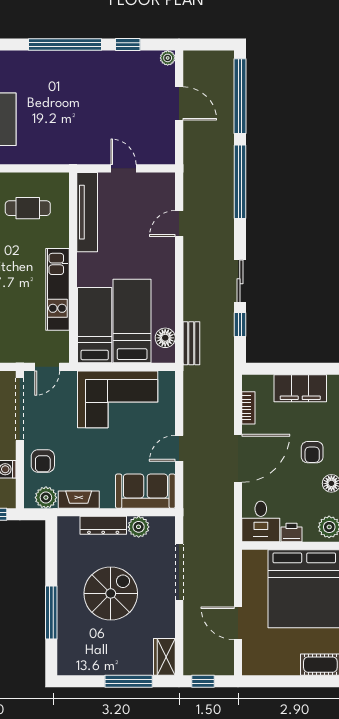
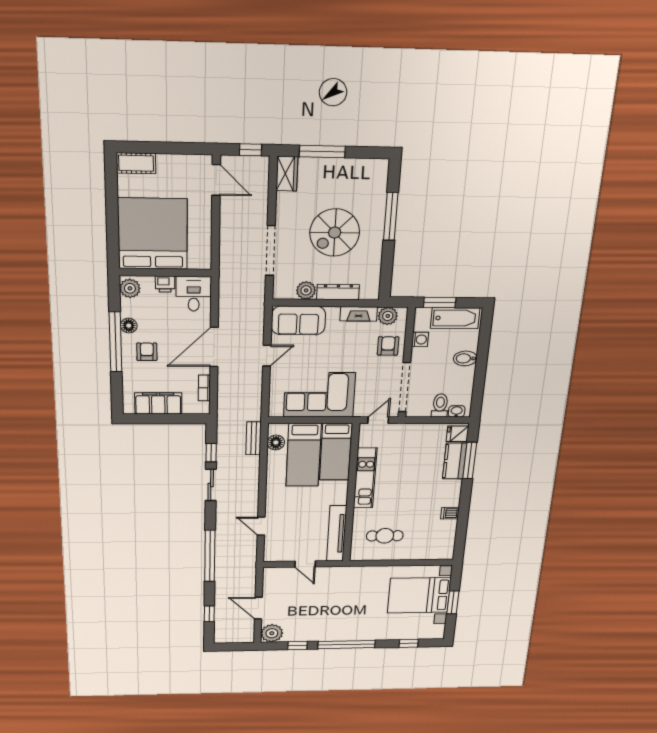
plant: (168, 58) -> (272, 633), width x1.88, depth x1.88
window: (240, 96) -> (209, 614), width x0.32
door: (179, 224) -> (261, 526), swing flipped
door: (238, 623) -> (216, 180), moved

